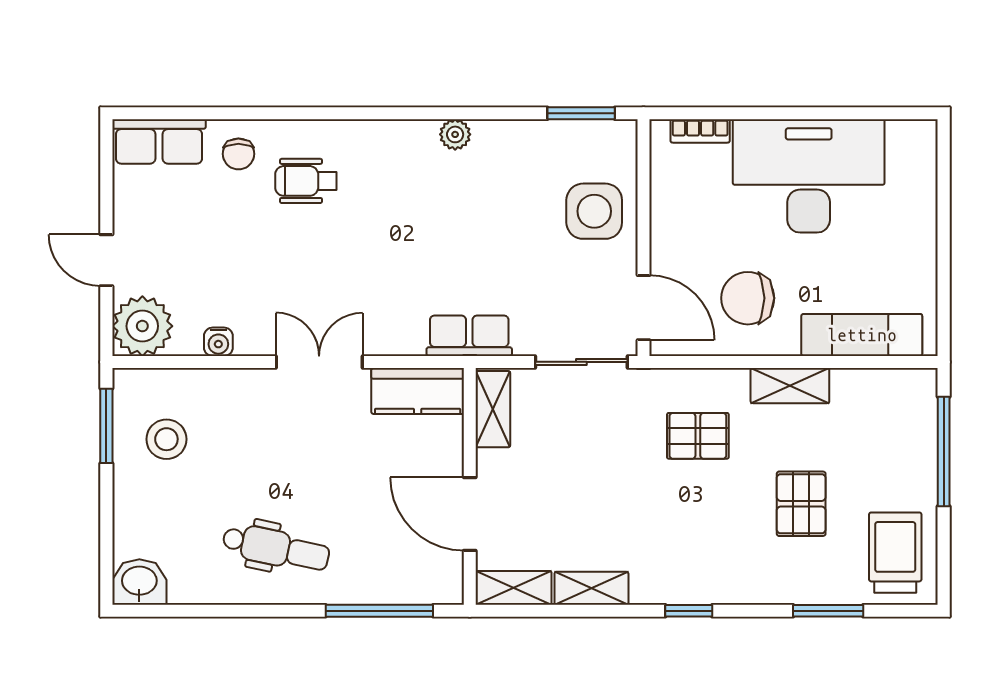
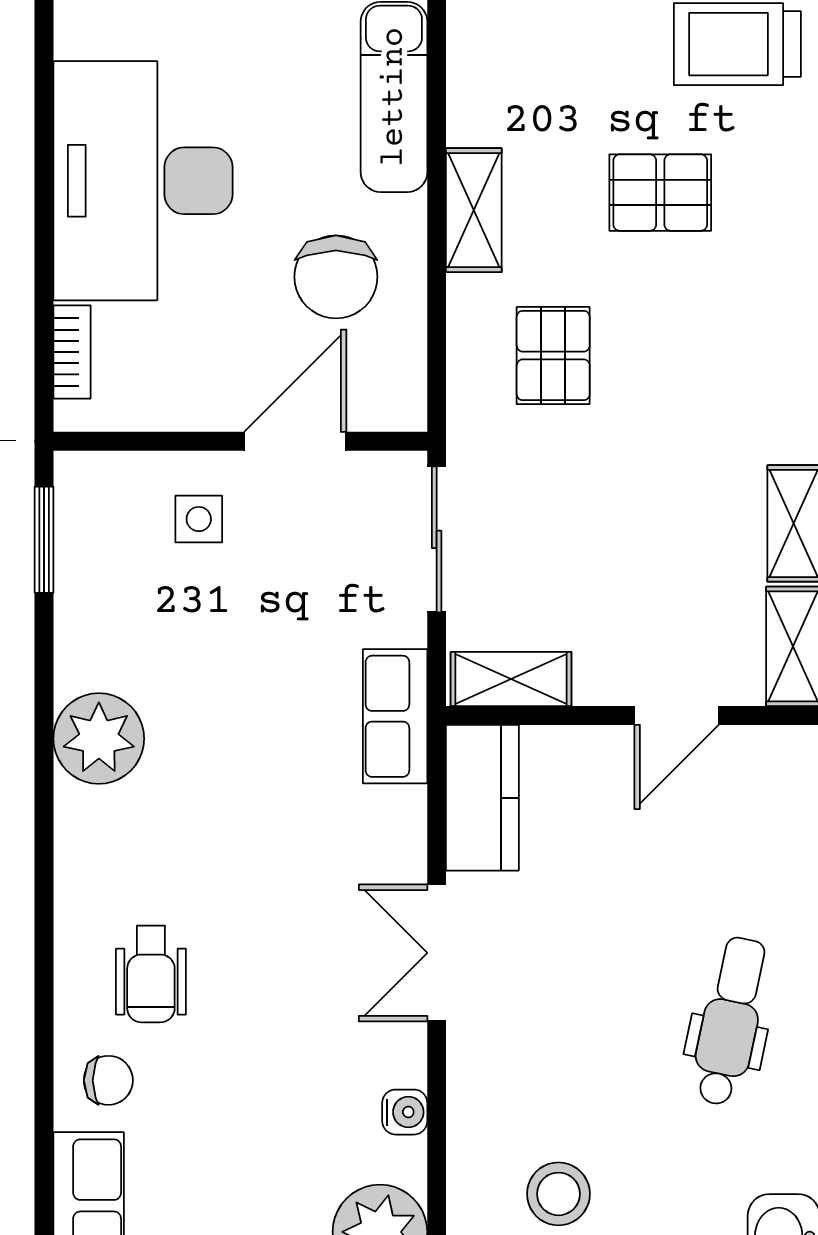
plant: (455, 134) -> (99, 739), width x1.88, depth x1.88
side table: (594, 211) -> (199, 519), width x0.54, depth x0.54
door: (643, 308) -> (295, 441), moved
door: (470, 514) -> (676, 715), width x0.73

